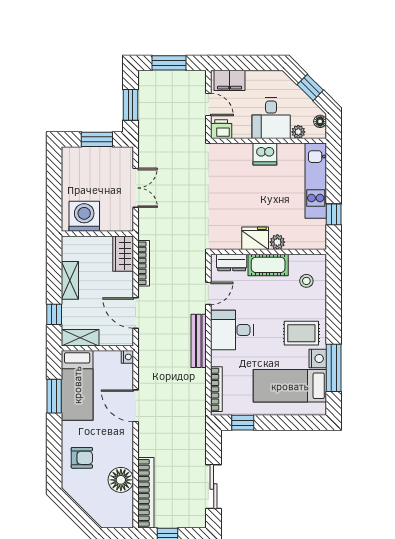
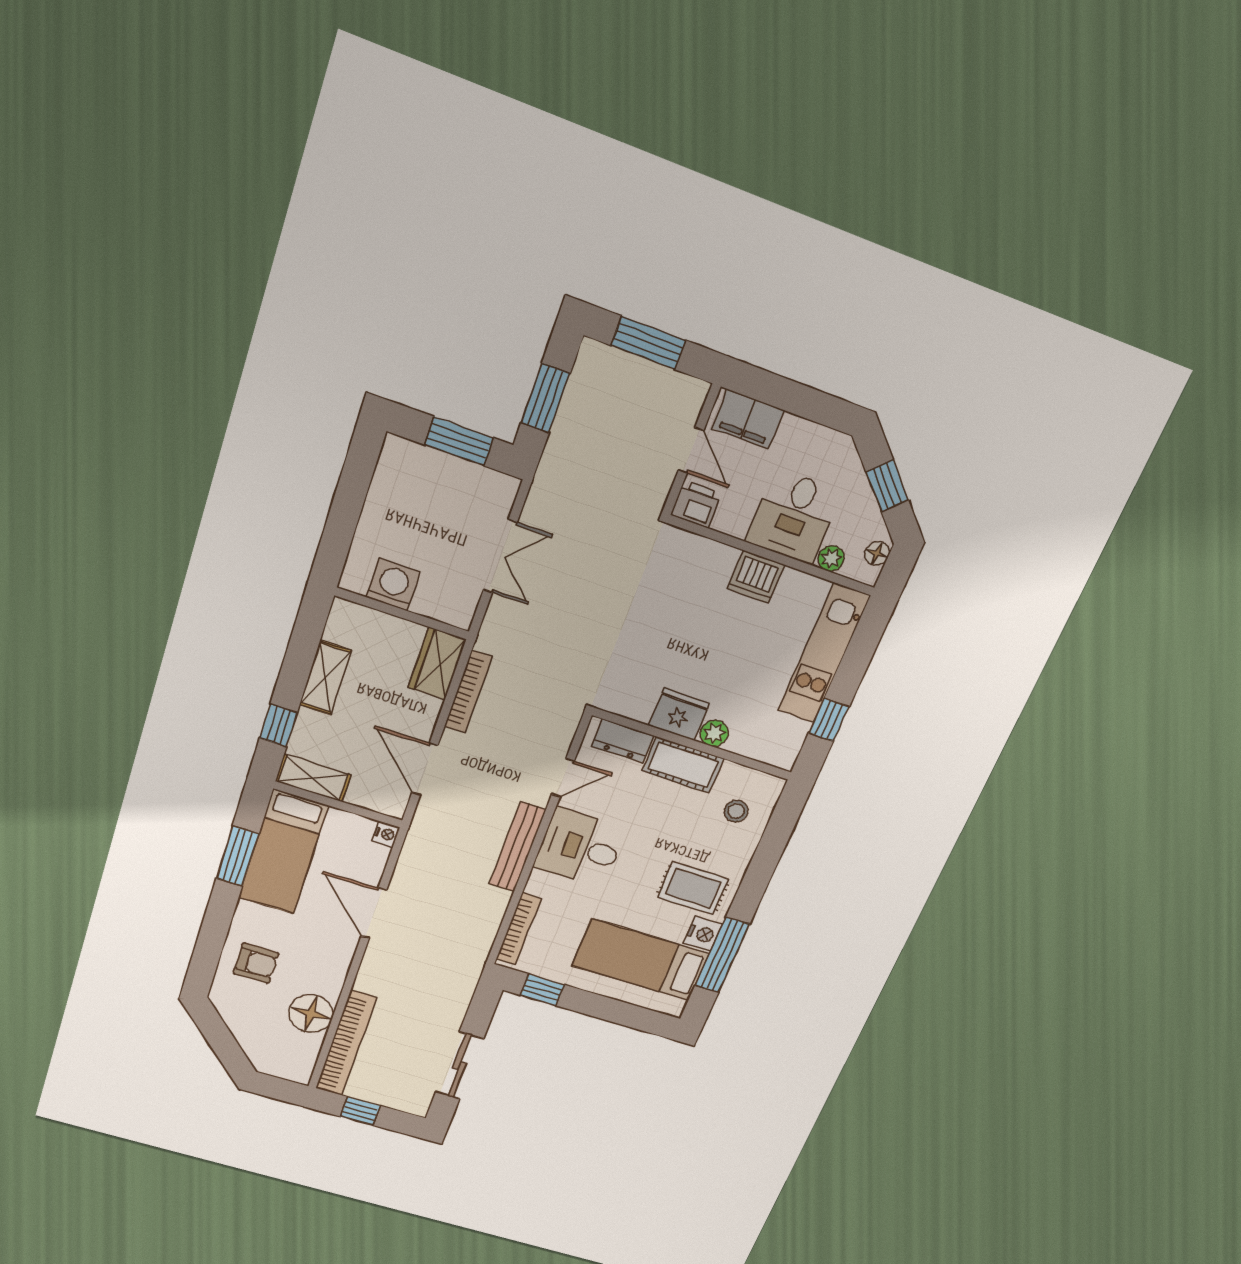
washing machine: (84, 216) -> (393, 585), width x0.73, depth x0.73

